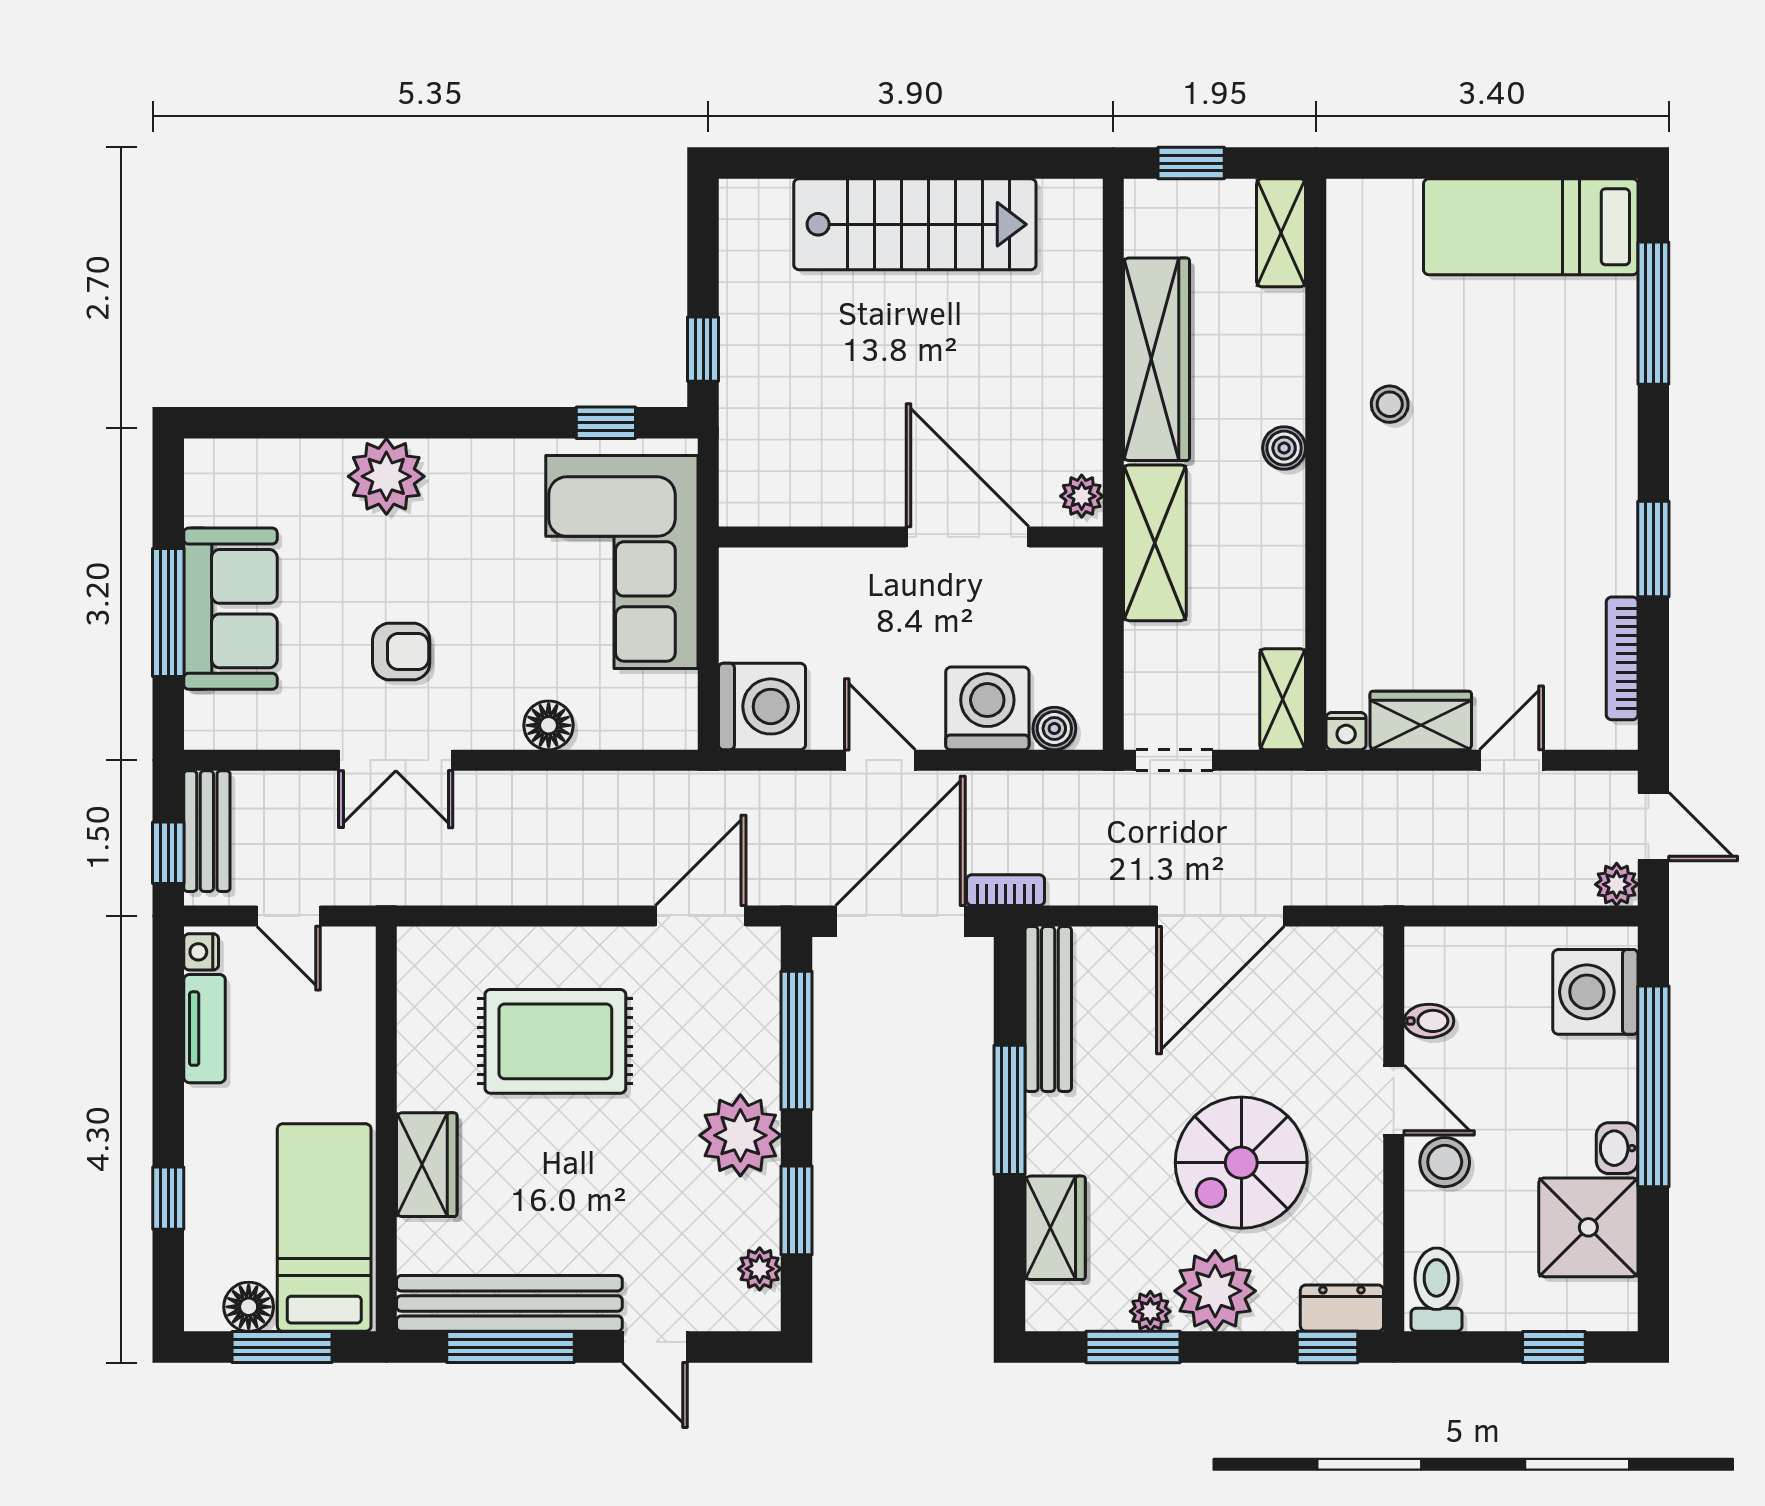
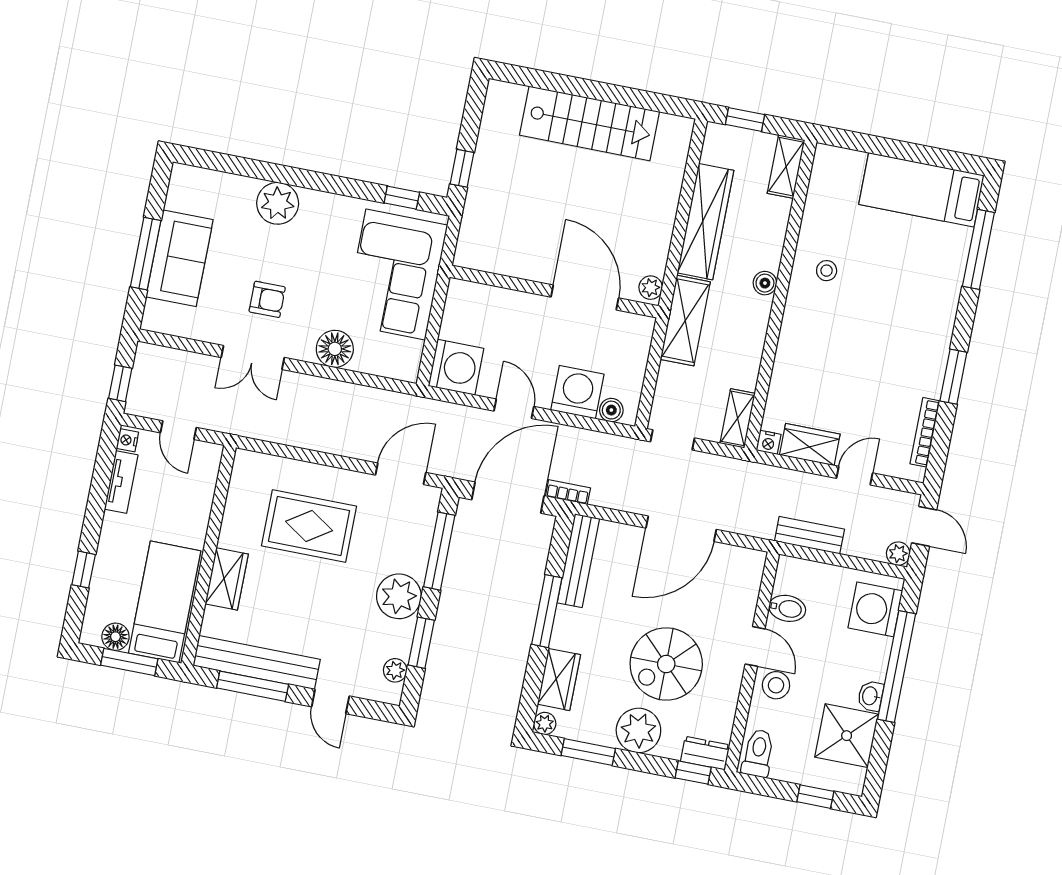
floor lamp: (549, 725) -> (335, 349), width x1.38, depth x1.38
bench: (207, 831) -> (809, 535), moved, turned 90
bidet: (1429, 1021) -> (787, 608), width x1.38, depth x1.36
plant: (1150, 1311) -> (545, 723), moved

